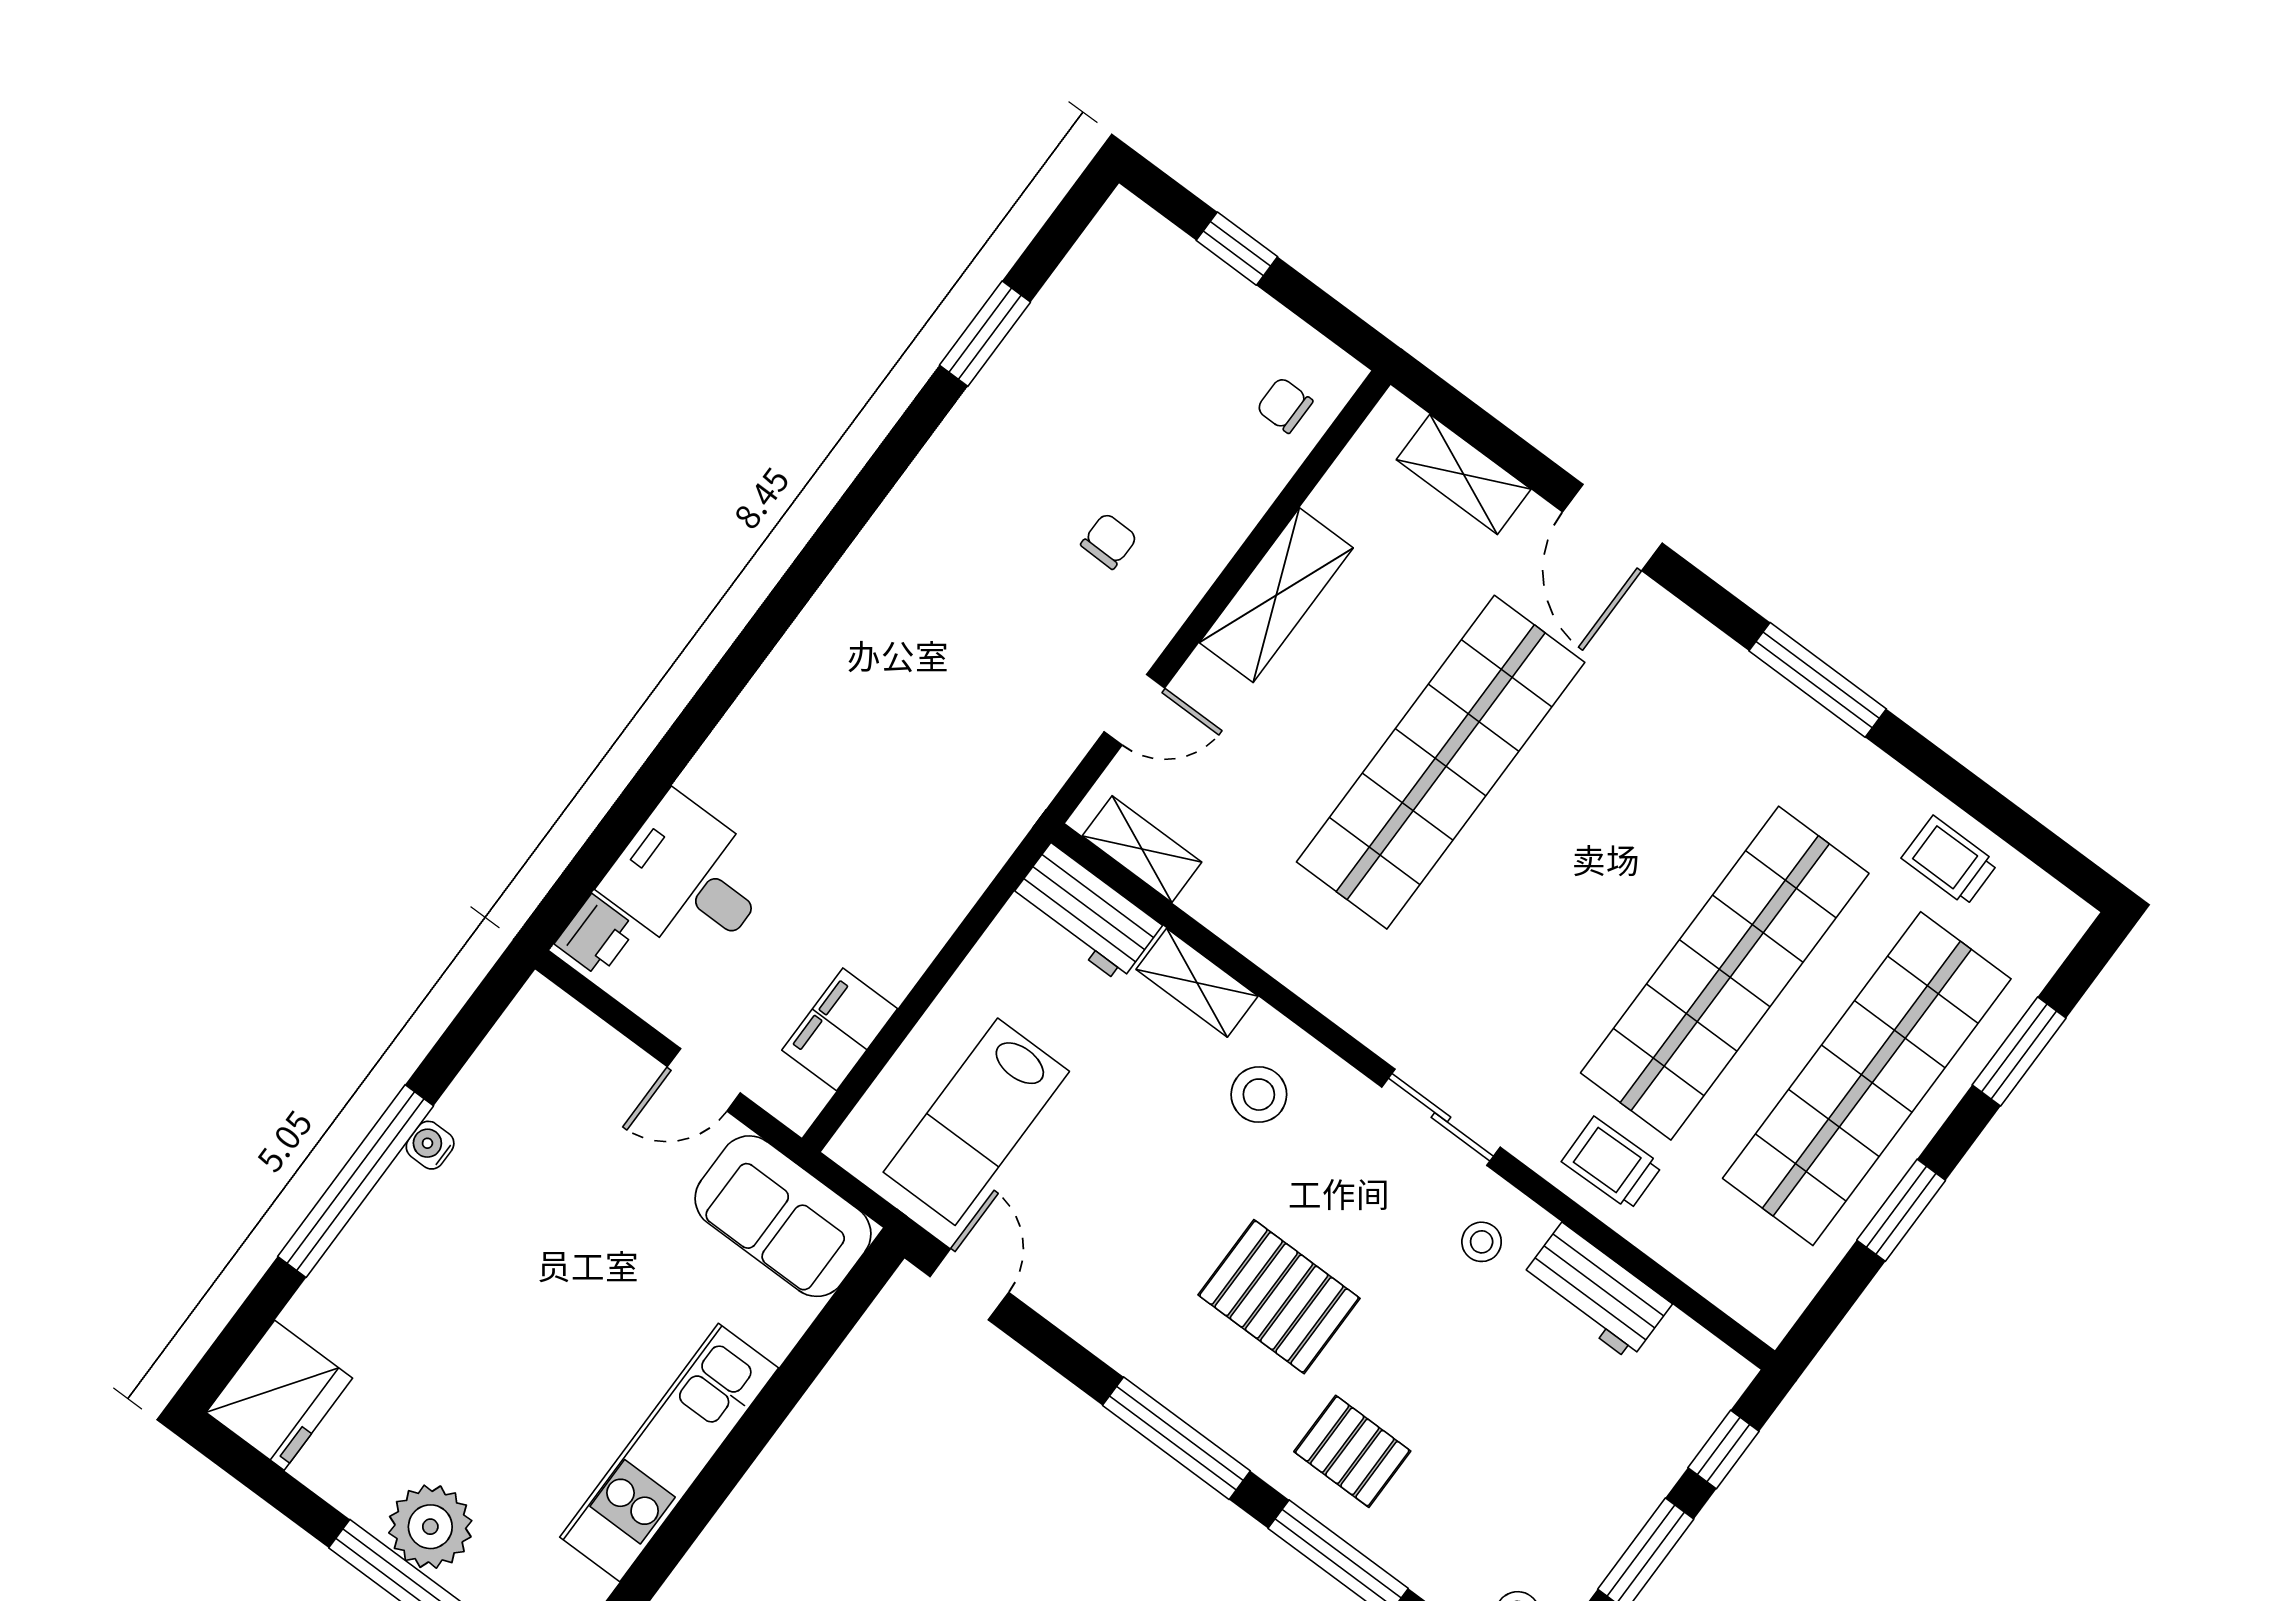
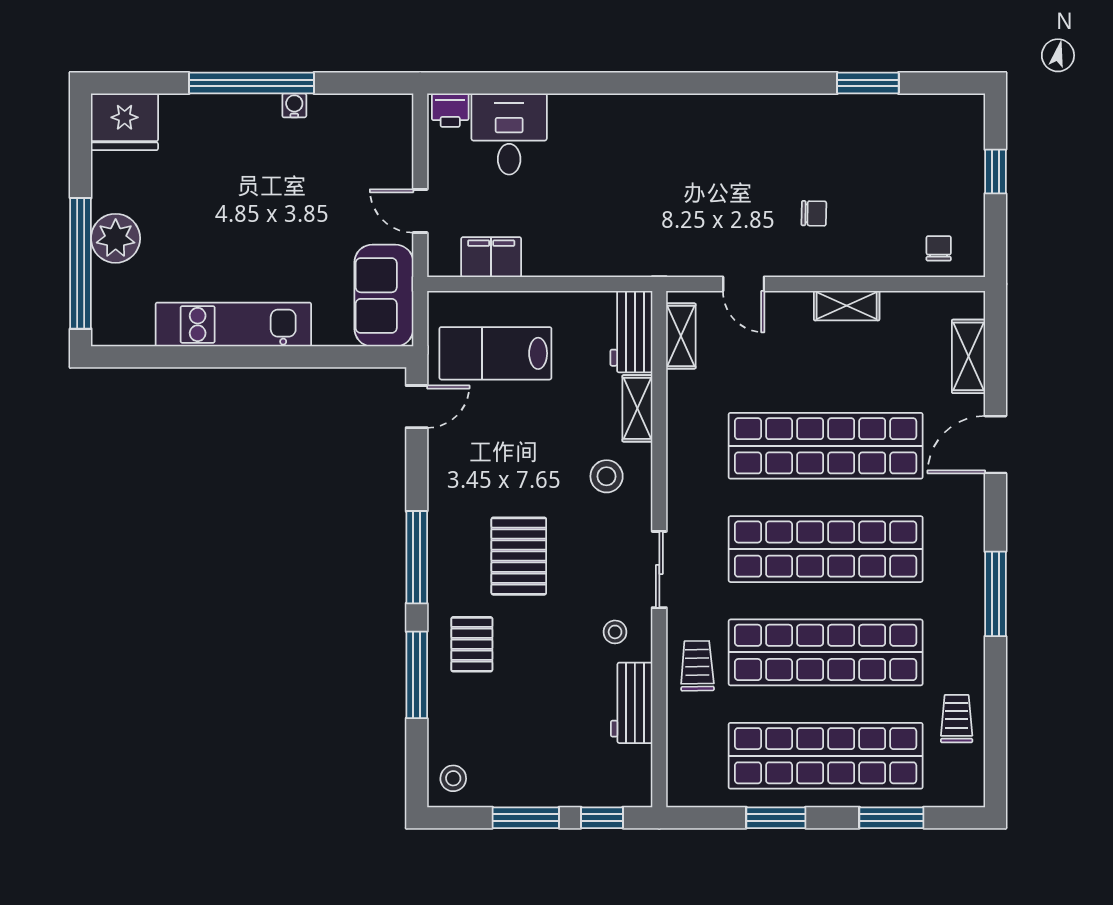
shelving: (1276, 595) -> (847, 306), width x0.67, depth x0.75
shop shelf: (1583, 868) -> (826, 549), added

